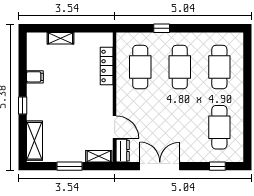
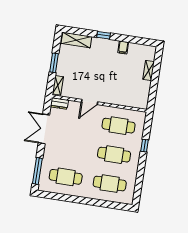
locker: (107, 66) -> (123, 101), removed
door: (115, 127) -> (90, 102), moved
double door: (160, 166) -> (44, 129), swing flipped
window: (217, 166) -> (37, 171), width x2.17

